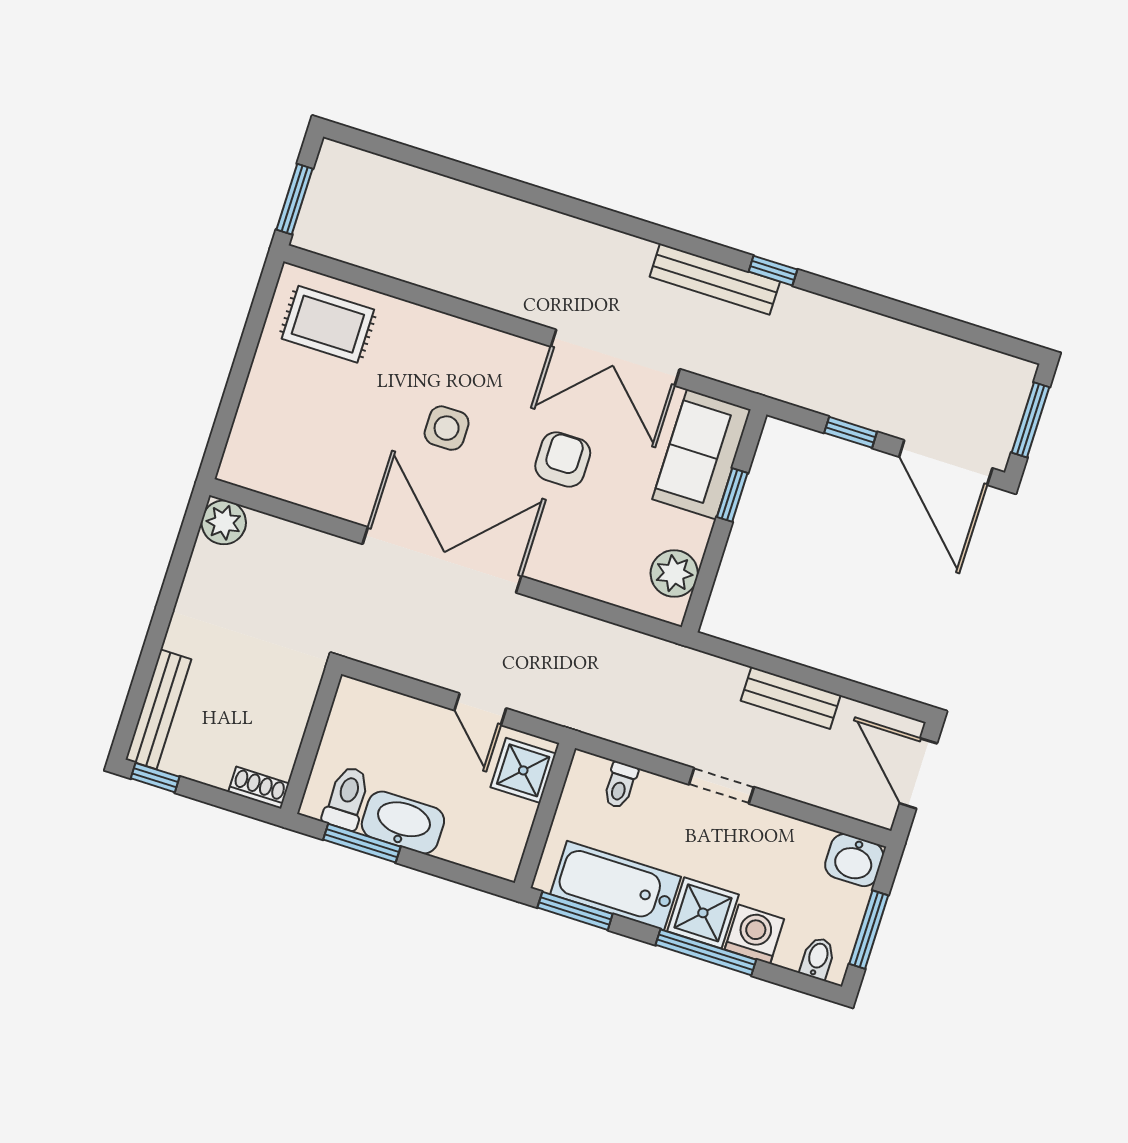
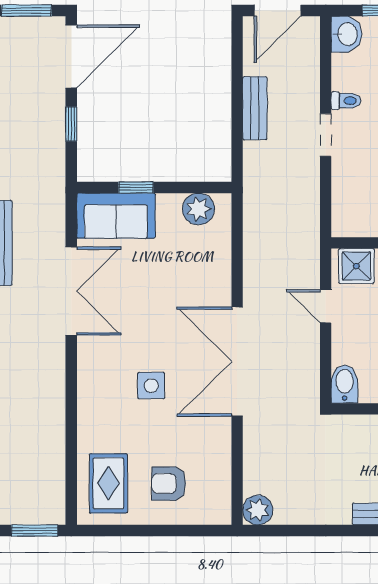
armchair: (563, 459) -> (169, 484), moved
bidet: (362, 701) -> (345, 384), added
door: (480, 709) -> (326, 306), swing flipped
toilet: (620, 785) -> (346, 101), moved

